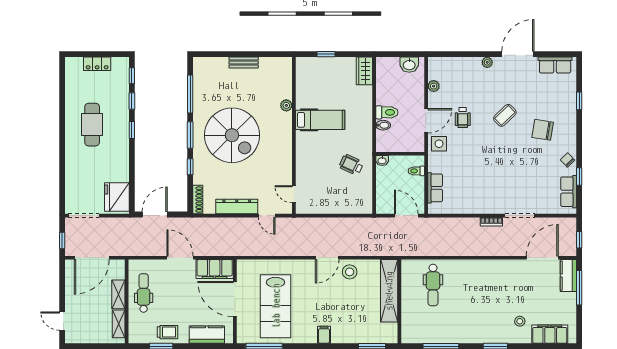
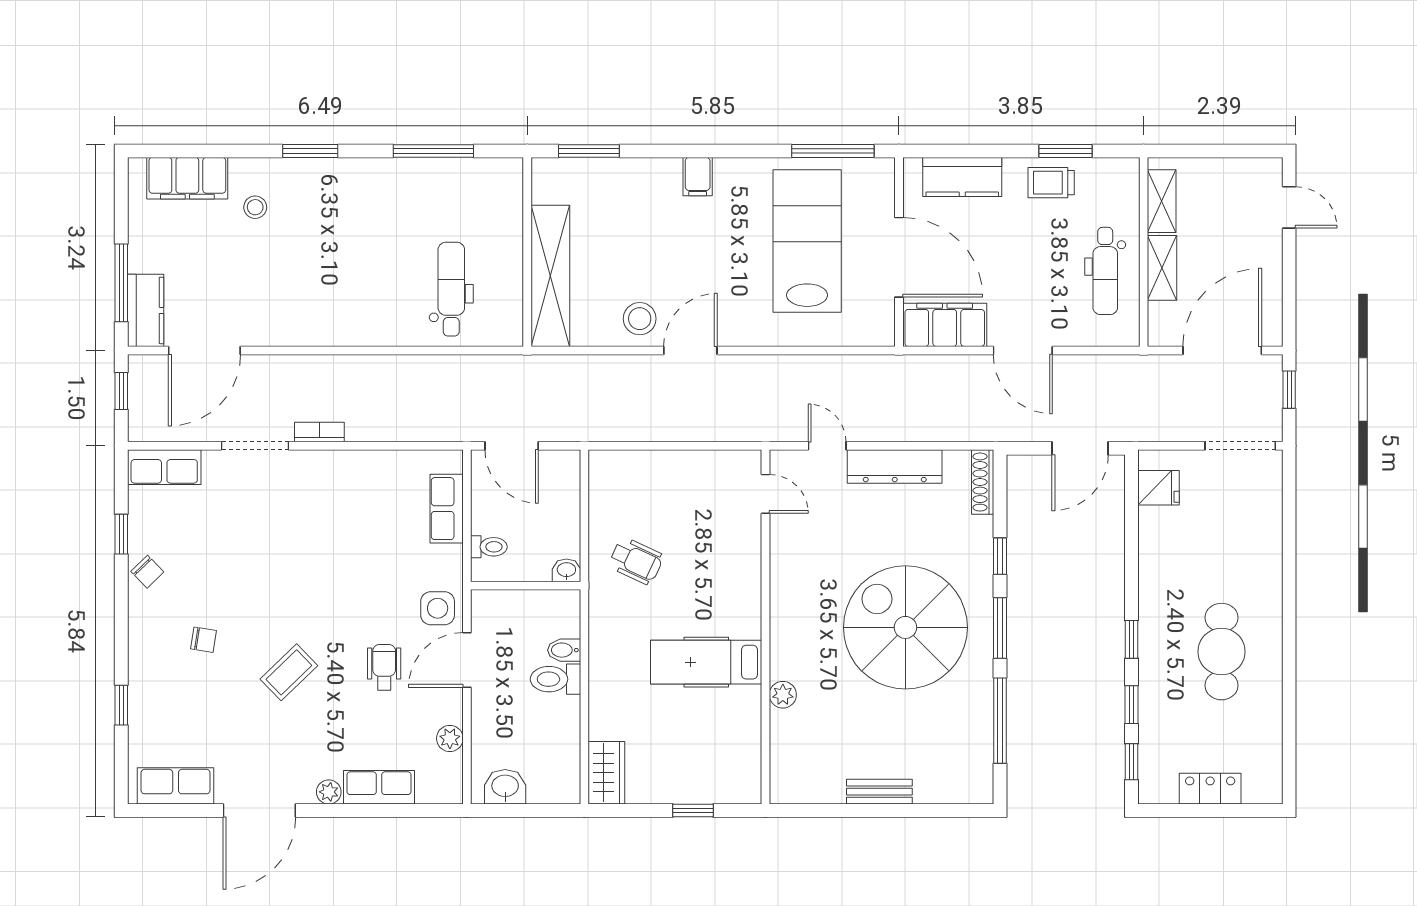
row of seats: (465, 64) -> (379, 787), added
chair: (543, 130) -> (204, 640), width x0.54, depth x0.54
row of seats: (569, 192) -> (164, 467), moved, turned 90
fridge: (117, 197) -> (1158, 488), width x0.53, depth x0.75

